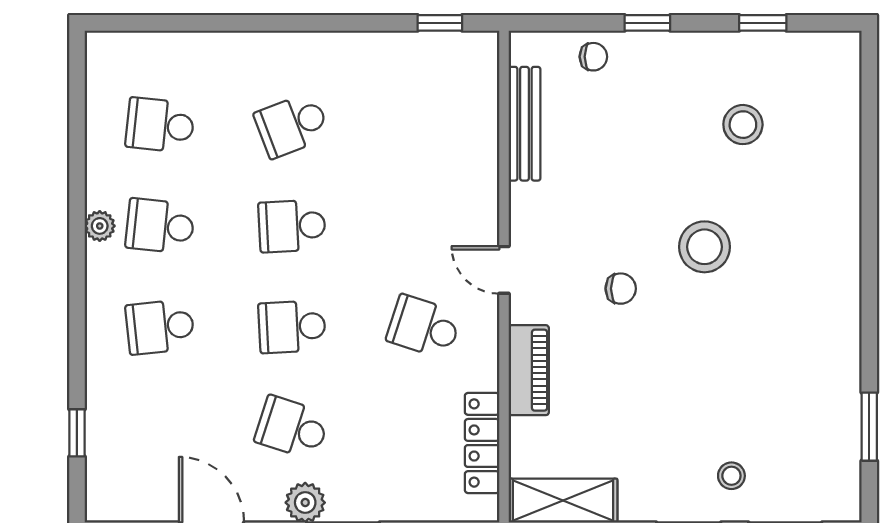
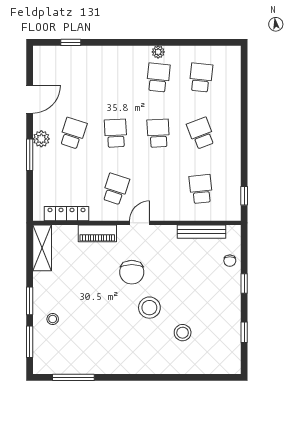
stool: (743, 125) -> (183, 333), moved
chair: (621, 289) -> (132, 272), width x1.87, depth x1.87
school desk: (160, 327) -> (201, 189), moved
window: (869, 427) -> (73, 377), width x1.44

